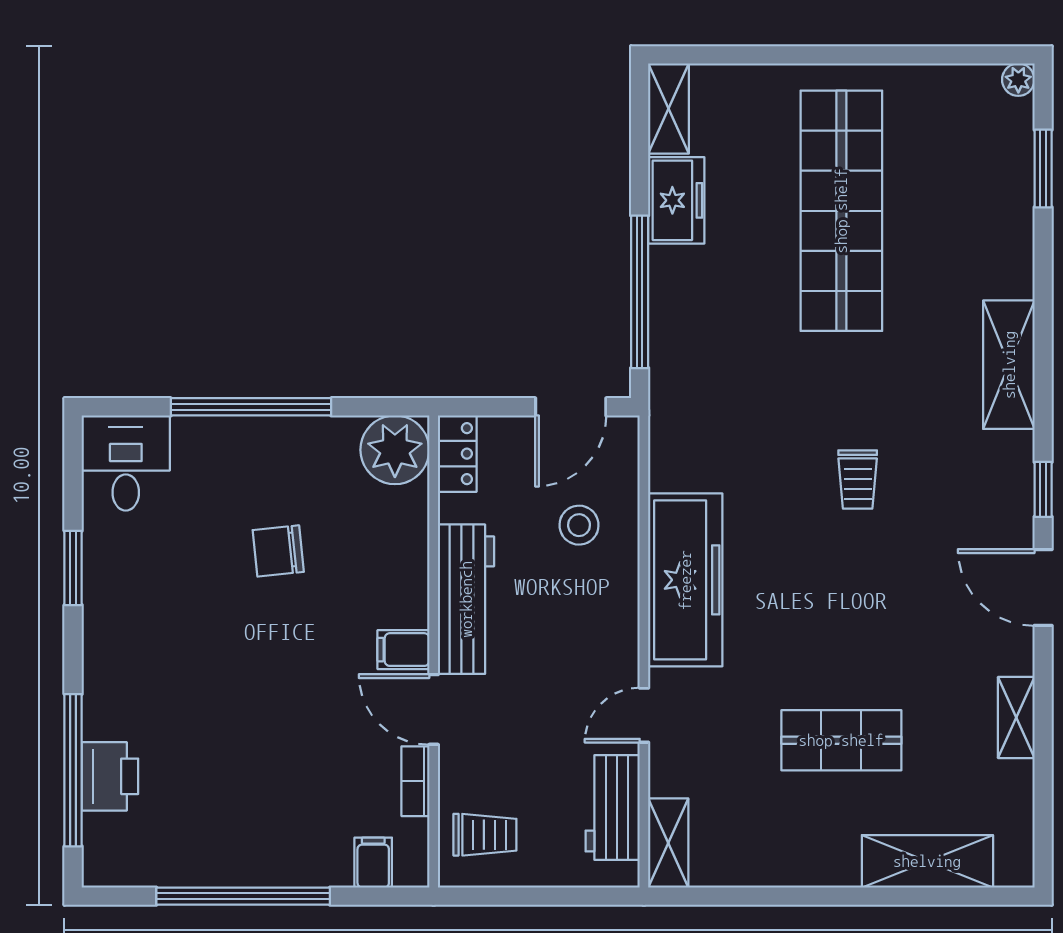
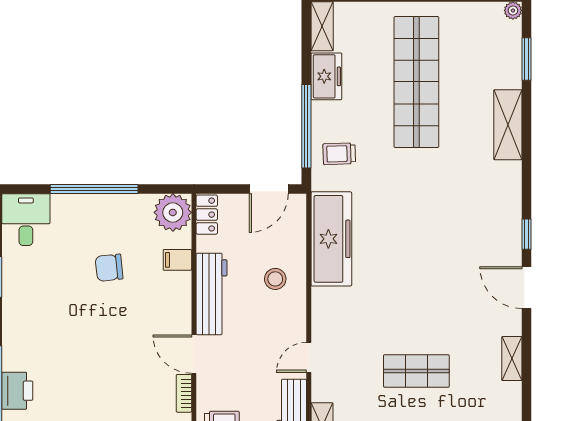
shelving: (1009, 365) -> (508, 125), moved
trolley: (858, 480) -> (339, 154), moved, turned 88
stool: (579, 525) -> (275, 279), moved
freezer: (685, 580) -> (331, 239), moved
filing cabinet: (403, 650) -> (177, 260), moved

